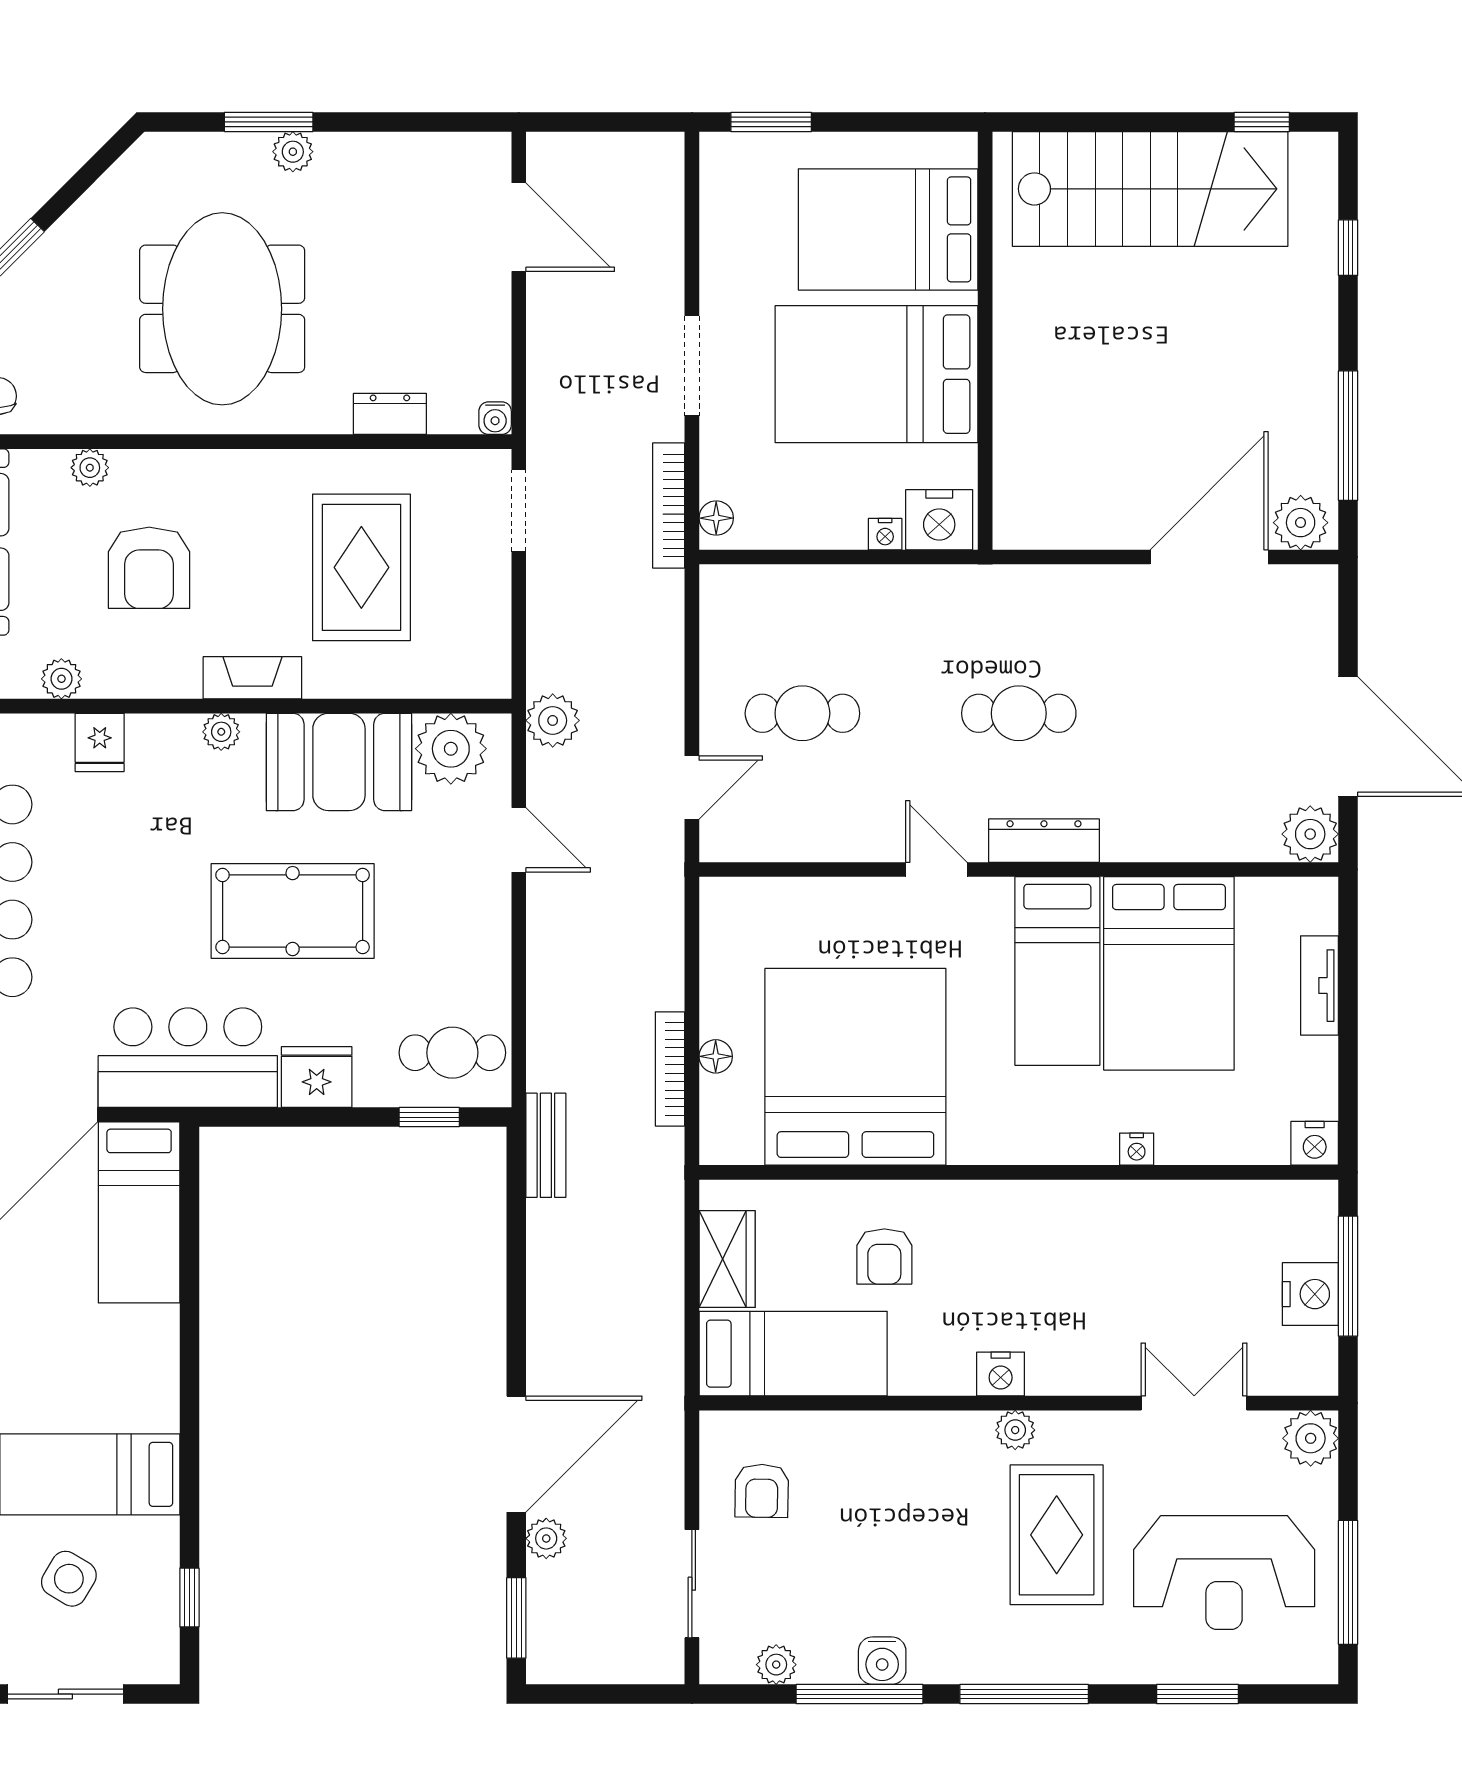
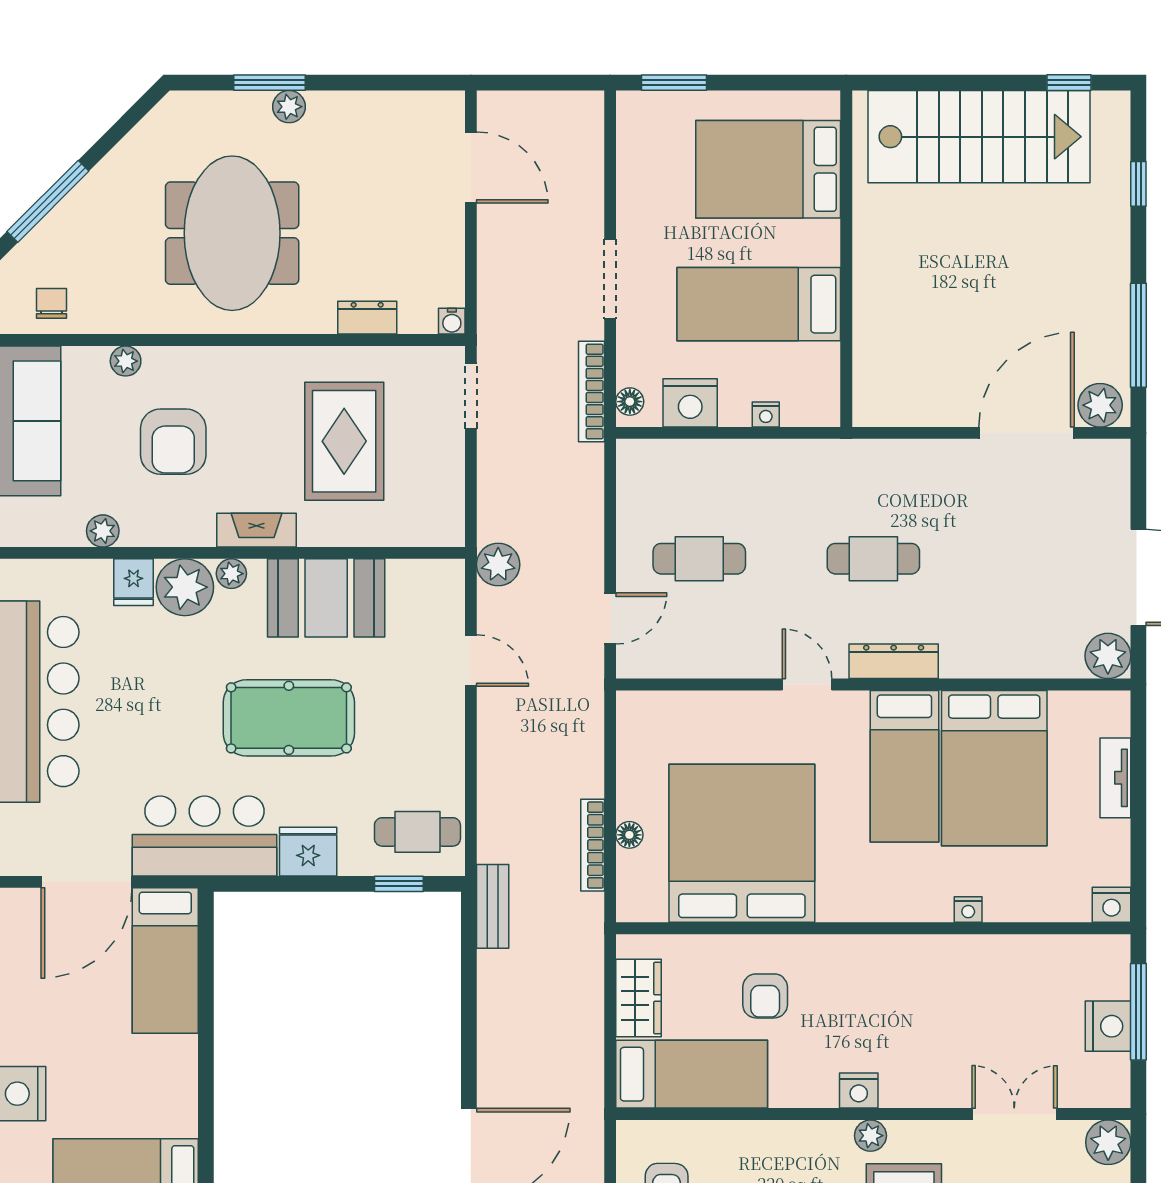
bed: (877, 374) -> (759, 304), width x0.67
nightstand: (939, 520) -> (690, 403), moved
plant: (451, 749) -> (185, 587), moved

